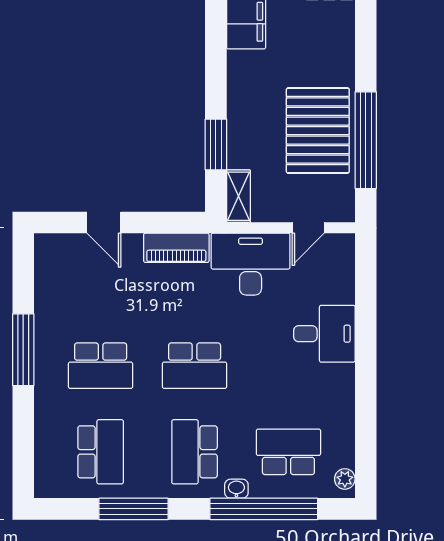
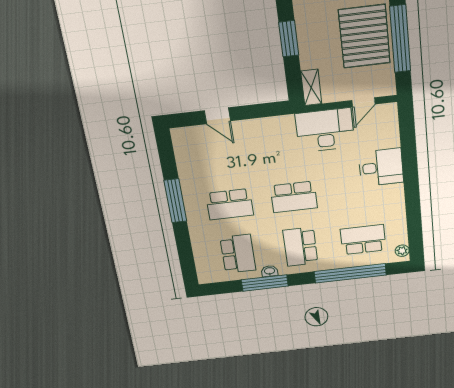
window: (216, 145) -> (289, 39), moved
piano: (176, 248) -> (271, 126), removed
washbasin: (236, 489) -> (270, 271), moved

